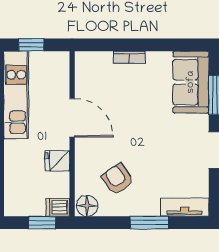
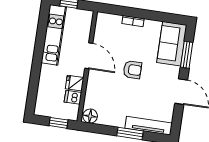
armchair: (117, 179) -> (132, 70), moved, turned 125
dishwasher: (58, 207) -> (73, 97), moved
tv unit: (185, 207) -> (149, 126), width x1.41

